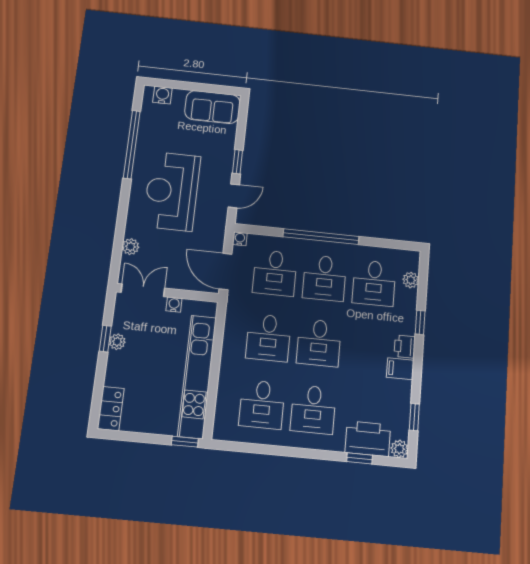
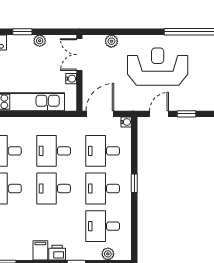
door: (234, 196) -> (159, 114), swing flipped
window: (321, 237) -> (134, 183), width x0.32
double door: (143, 290) -> (79, 55), swing flipped
window: (105, 339) -> (22, 32), moved

